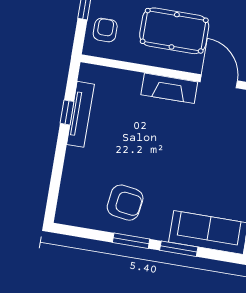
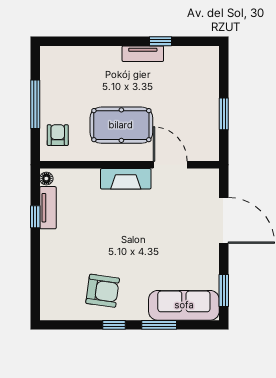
floor lamp: (85, 74) -> (46, 179), added
tv unit: (80, 114) -> (48, 208), width x0.71
window: (131, 241) -> (114, 325), width x0.67

